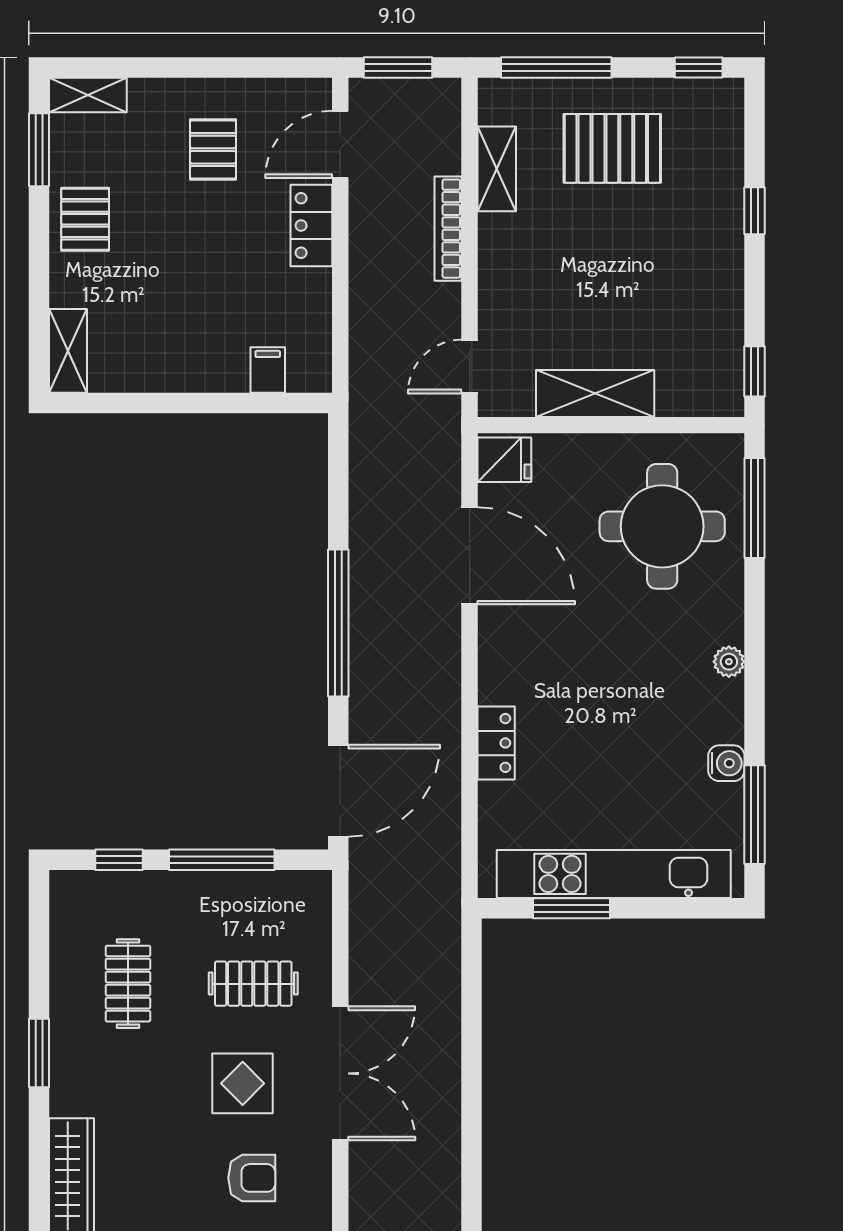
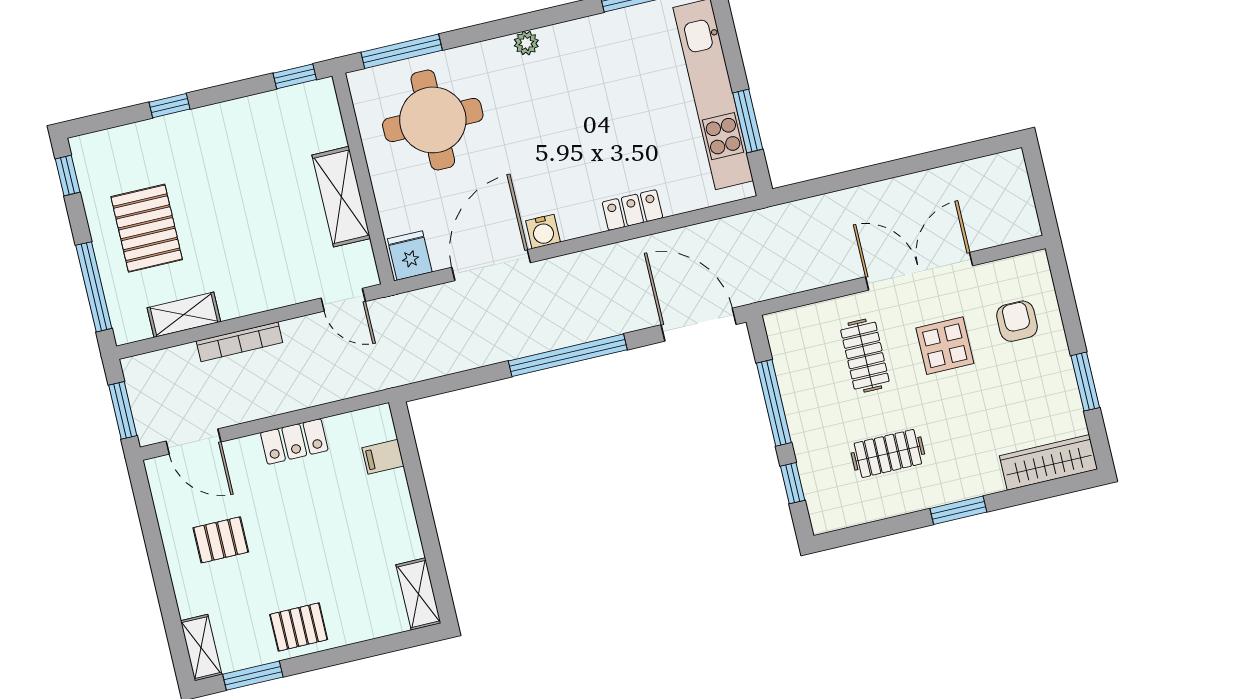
locker: (311, 225) -> (294, 442), moved
shelving: (68, 351) -> (418, 594), moved, turned 90
water cooler: (726, 763) -> (543, 231), moved, turned 180

